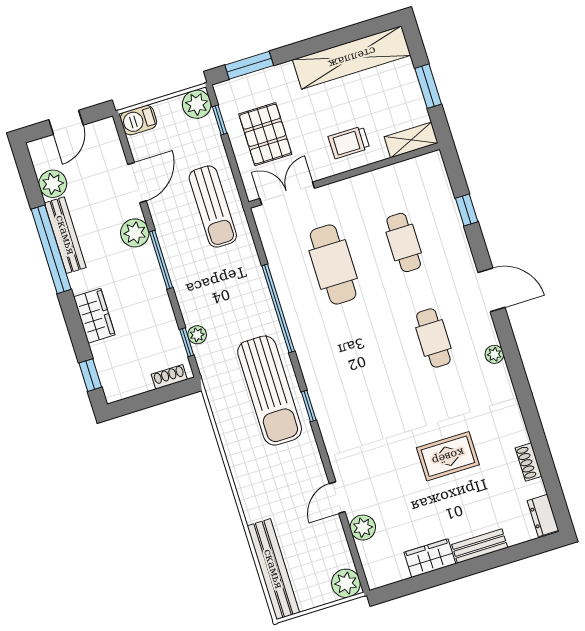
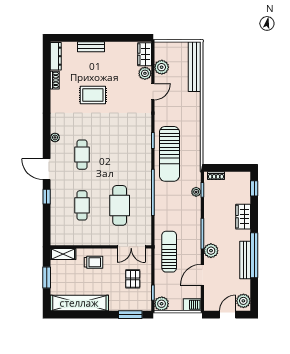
pallet: (265, 134) -> (133, 279), width x0.67, depth x0.71
plant: (53, 184) -> (243, 301), moved
window: (467, 210) -> (47, 197), moved
sun lounger: (270, 391) -> (169, 154), turned 180
dresser: (543, 515) -> (56, 56), width x1.44
wardrobe: (430, 558) -> (145, 54), moved, turned 90
plant: (346, 583) -> (162, 67), moved

